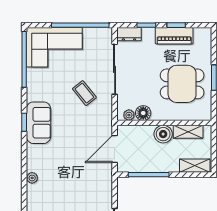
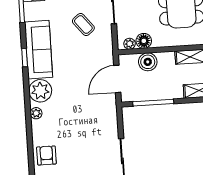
sofa: (38, 123) -> (39, 50), width x1.36
boiler: (163, 134) -> (148, 62), moved
plant: (38, 156) -> (40, 91), added

